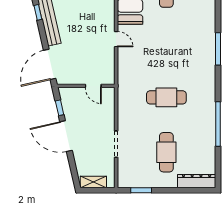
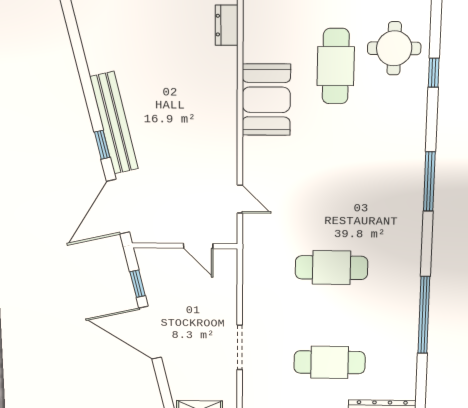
window: (38, 12) -> (102, 145), moved
door: (116, 39) -> (240, 199), moved
cafe table: (166, 152) -> (330, 362), turned 90

